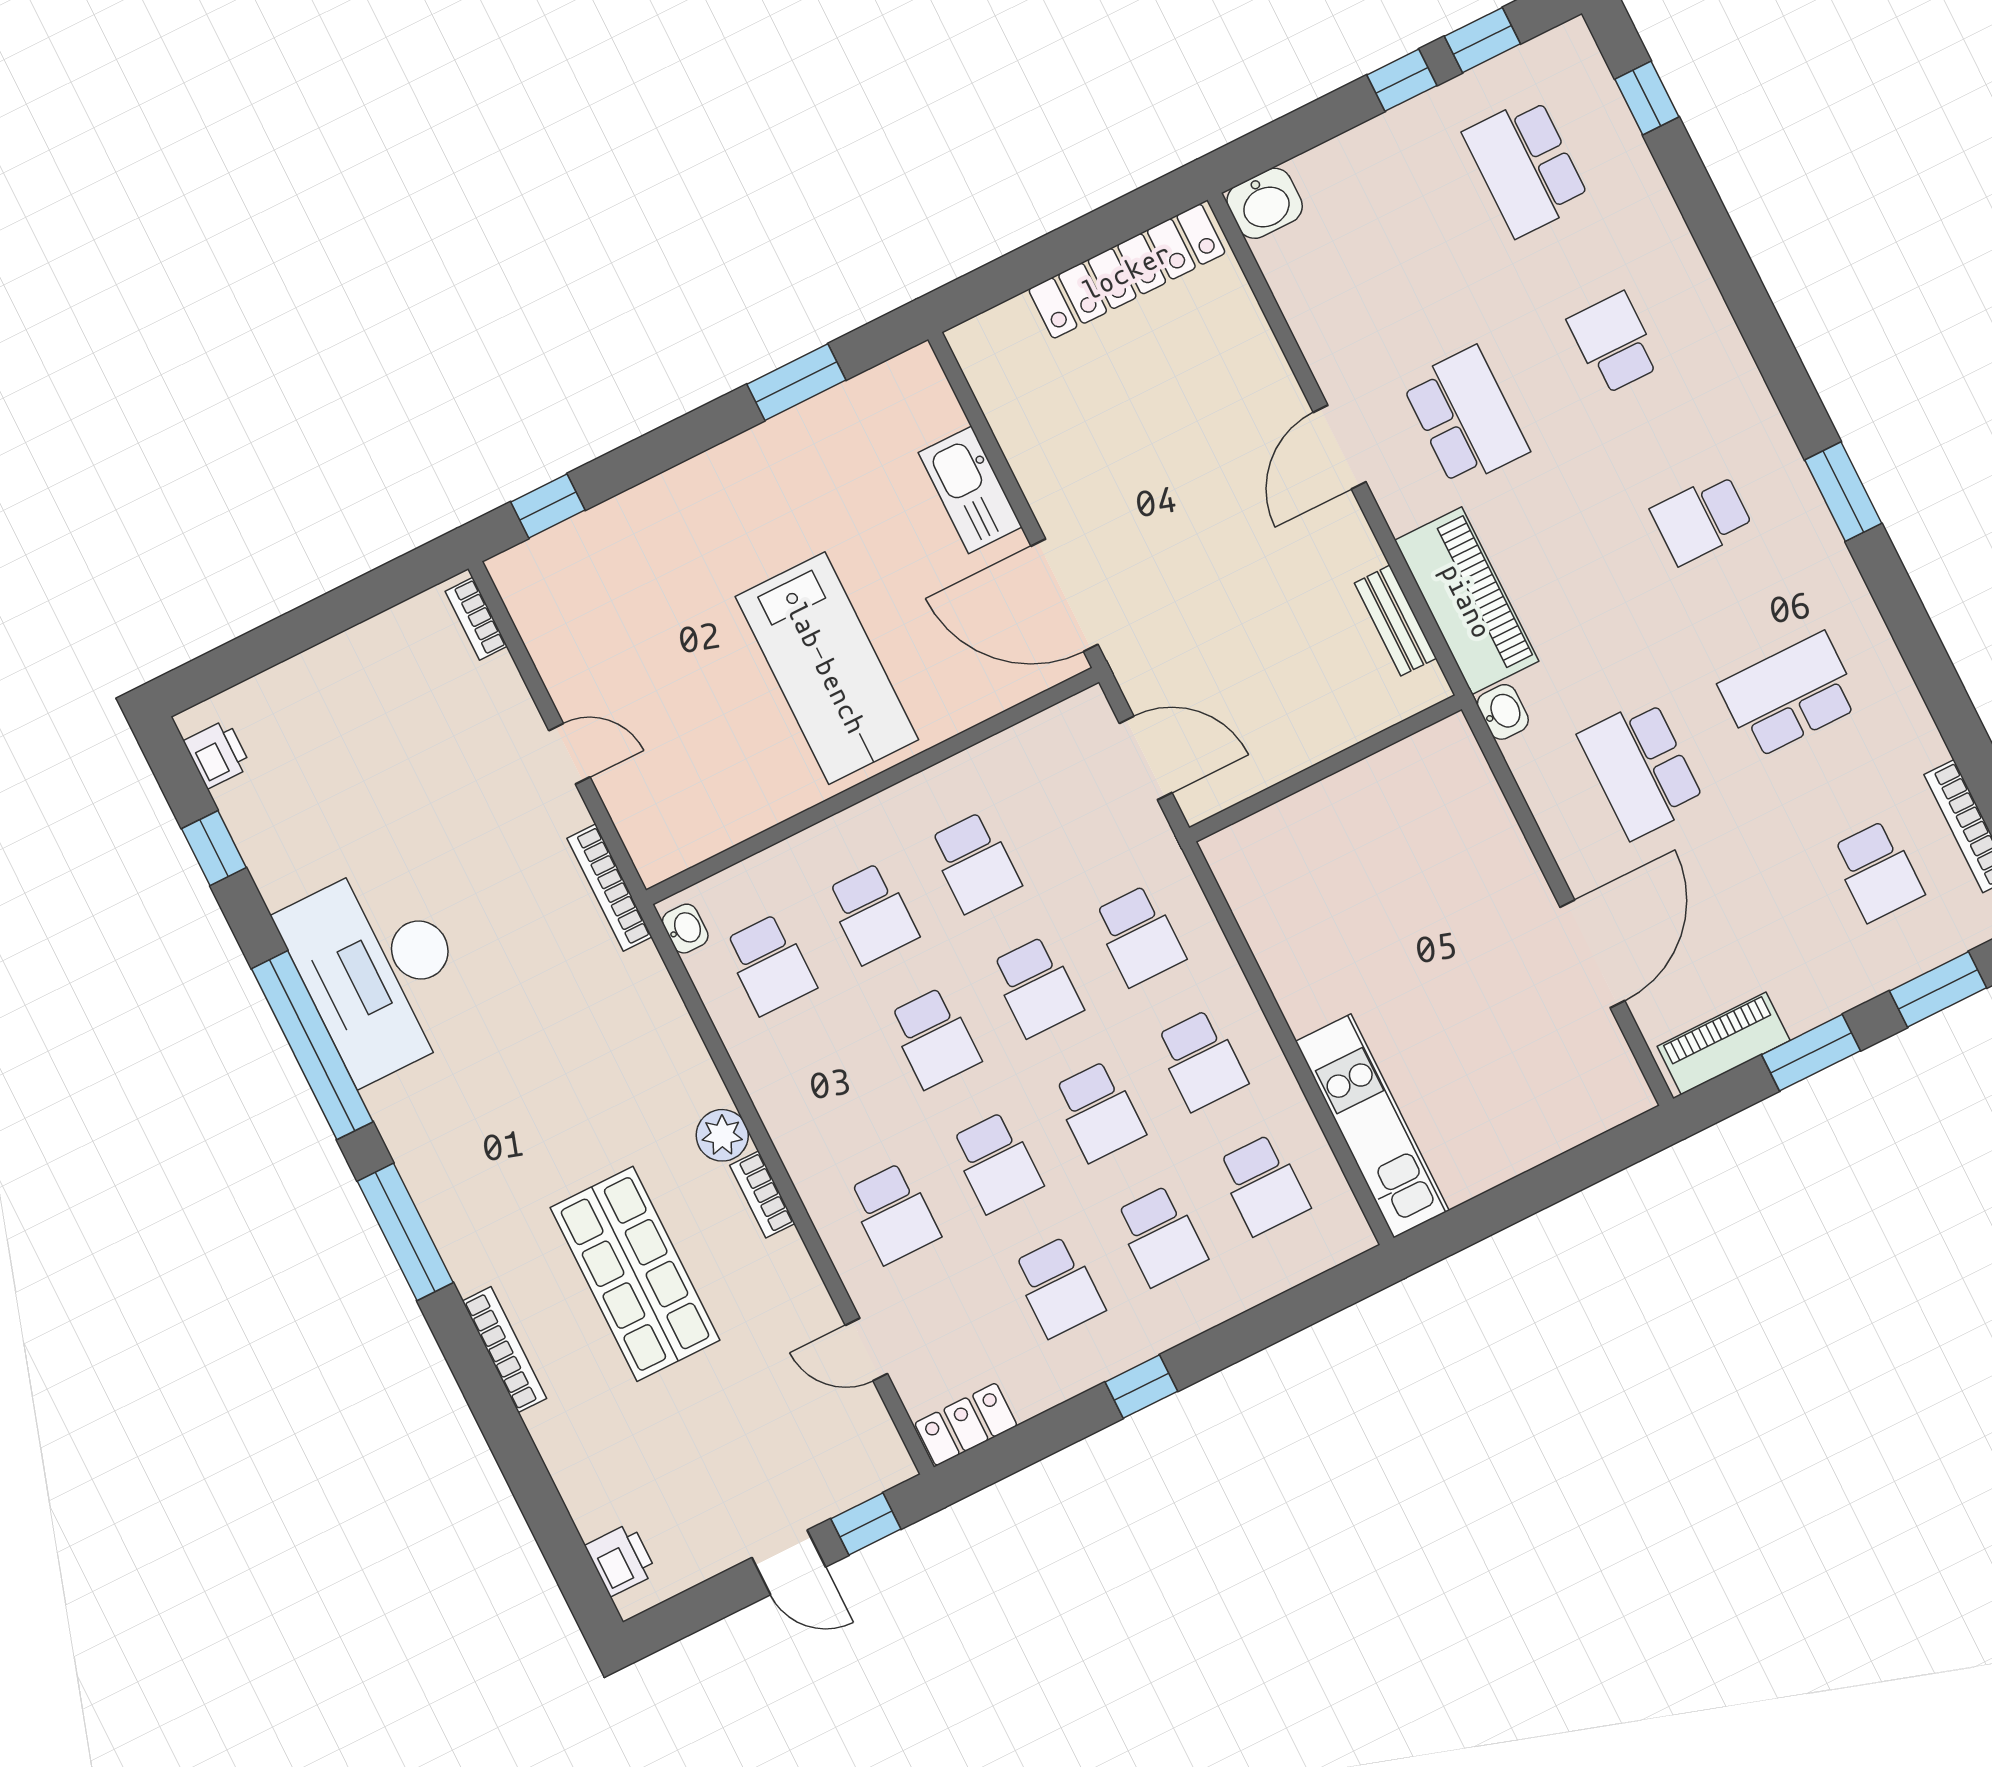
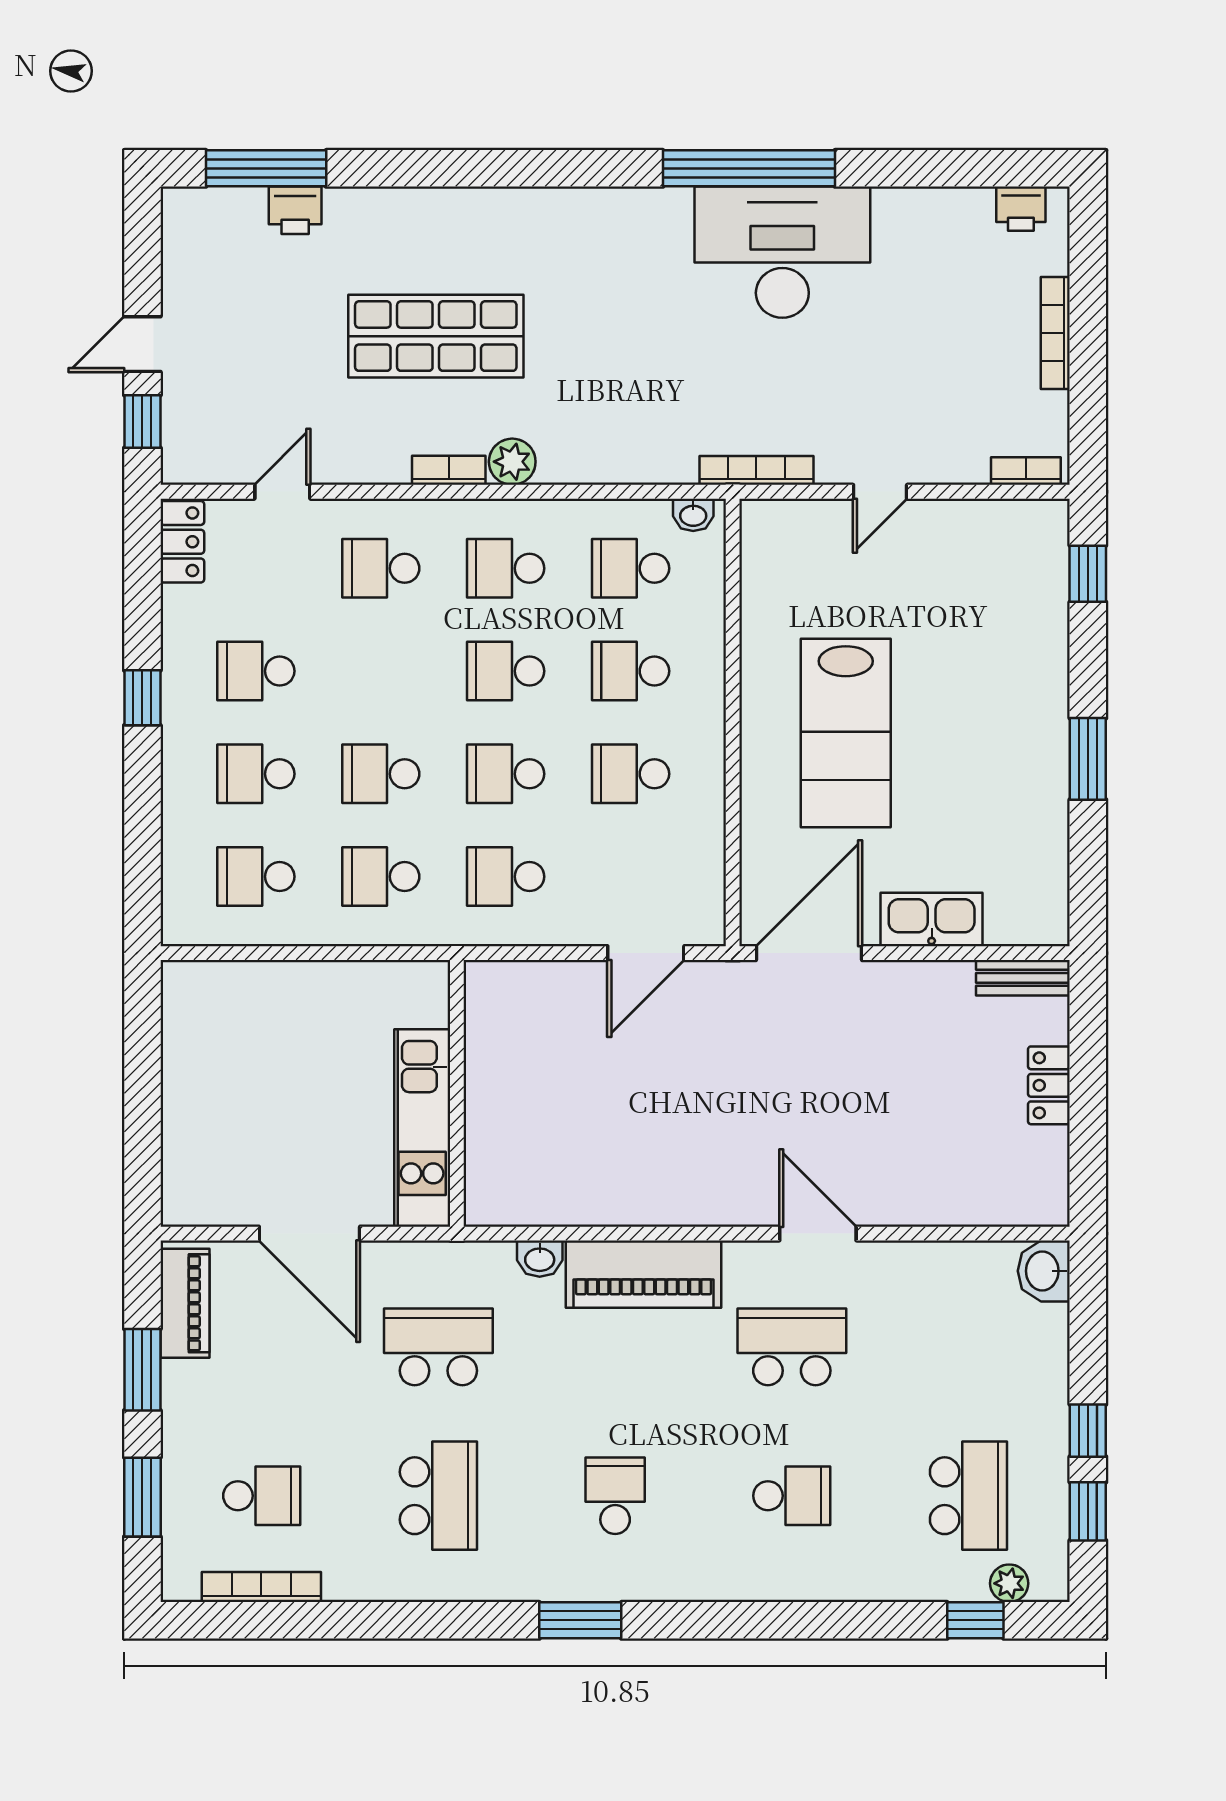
plant: (1593, 83) -> (1009, 1583), added
school desk: (1526, 167) -> (968, 1496), turned 90
locker: (1127, 271) -> (1049, 1085), width x0.46, depth x0.83
window: (796, 382) -> (1088, 759), moved
school desk: (1466, 417) -> (792, 1347), turned 180
bench: (1395, 621) -> (1023, 978), moved
lab bench: (827, 668) -> (846, 733), turned -90
wall: (1325, 768) -> (457, 1093), moved
window: (214, 848) -> (947, 168), removed
school desk: (1877, 871) -> (262, 1496), turned 180
kitchen unit: (1372, 1126) -> (422, 1128), moved, turned 90
school desk: (996, 1162) -> (506, 568), moved
window: (405, 1232) -> (266, 168), moved
bookcase: (504, 1350) -> (1055, 333), moved, turned 90
printer: (621, 1560) -> (295, 210), moved

